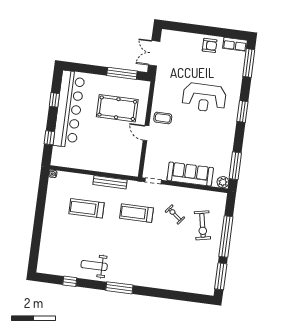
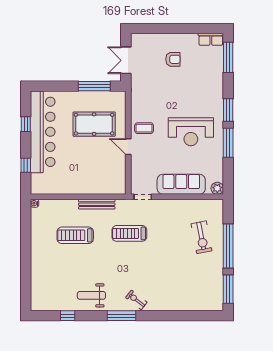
armchair: (210, 45) -> (173, 59), moved
reception desk: (204, 98) -> (191, 132), moved
window: (235, 166) -> (228, 143), moved
exercise bike: (175, 214) -> (136, 300), moved

